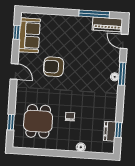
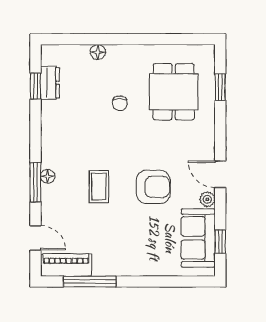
plant: (23, 57) -> (207, 199), added
coffee table: (85, 69) -> (99, 187), added

